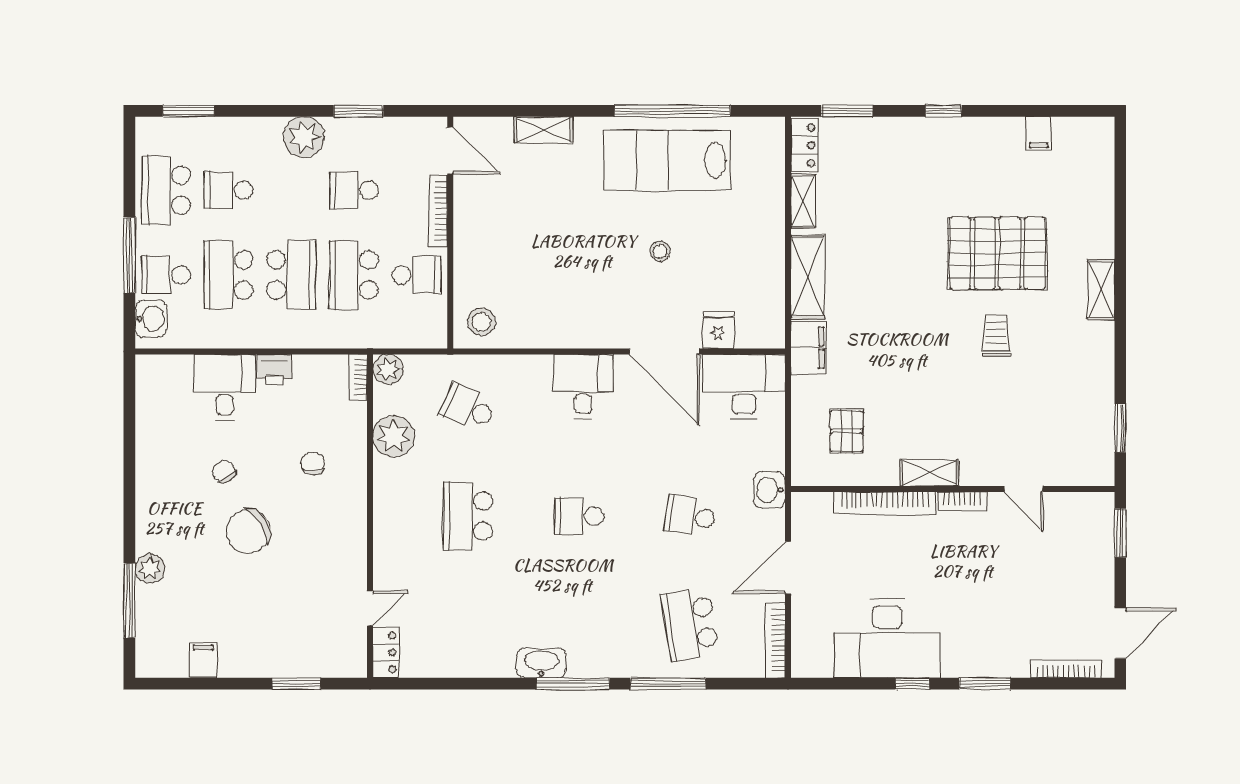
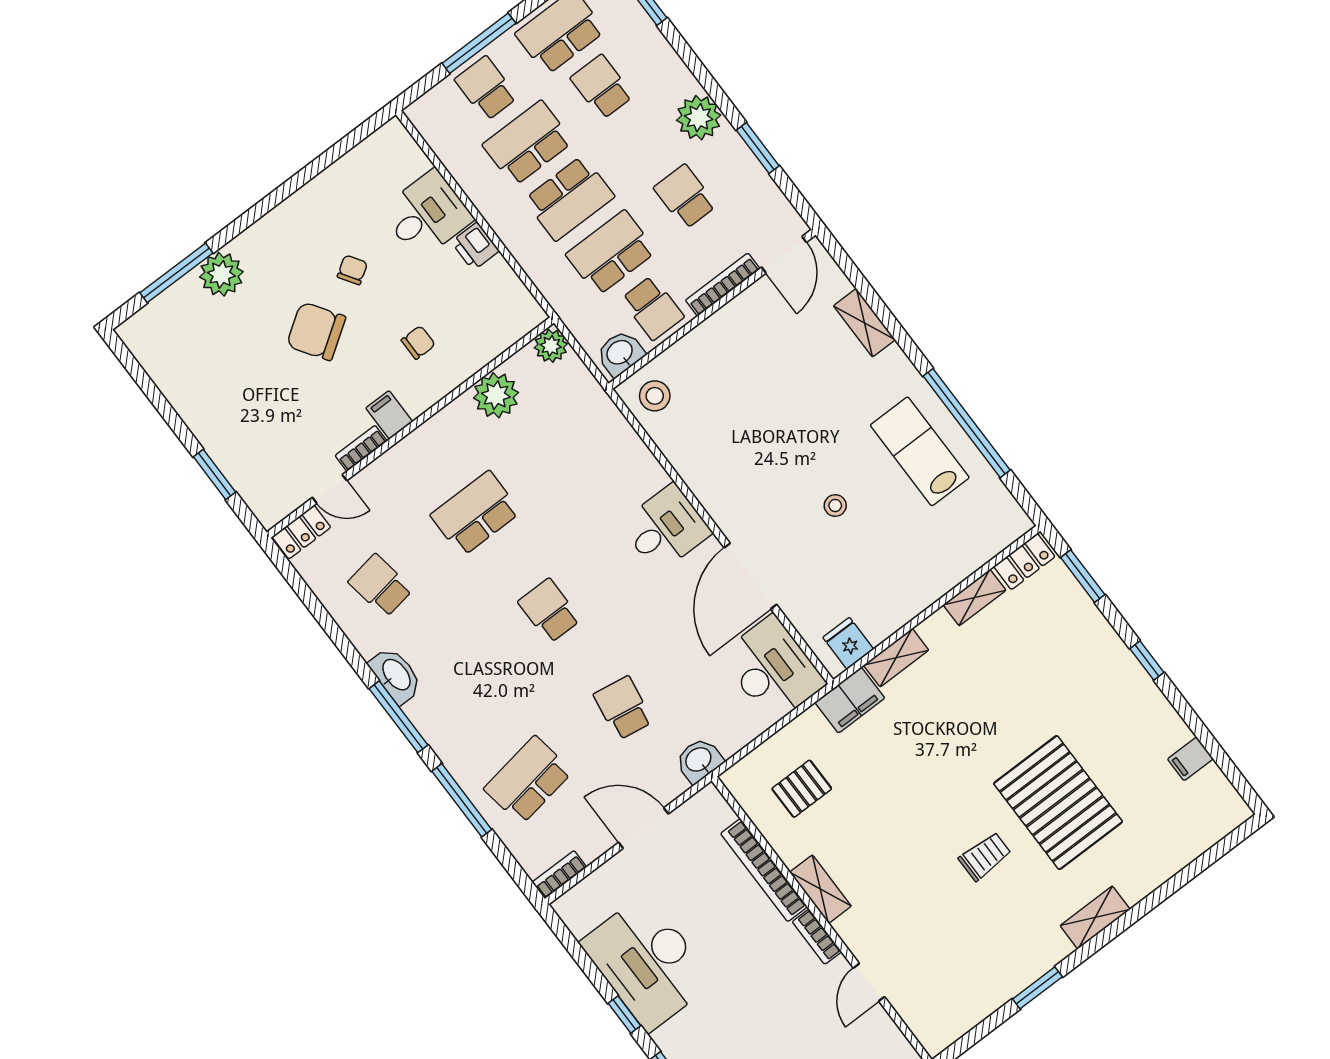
lab bench: (667, 160) -> (920, 451), width x0.73, depth x0.72
shelving: (808, 277) -> (896, 658), width x0.67, depth x0.75
washbasin: (151, 319) -> (620, 353), moved, turned 180
fridge: (718, 330) -> (848, 643), moved, turned -90
bookcase: (358, 377) -> (361, 448), moved
school desk: (468, 408) -> (381, 586), moved, turned -33
window: (1120, 428) -> (1037, 988), moved
plant: (150, 569) -> (221, 274), width x1.36, depth x1.36
bookcase: (776, 640) -> (559, 875), width x0.64
filing cabinet: (203, 660) -> (389, 415), moved, turned -90

